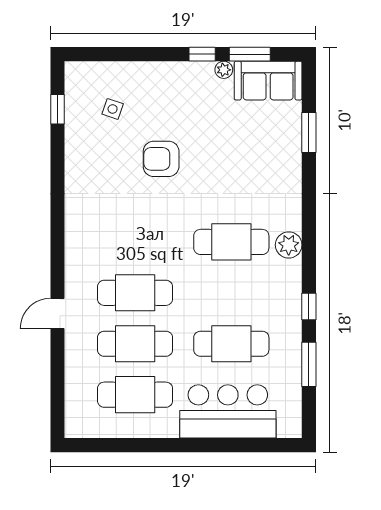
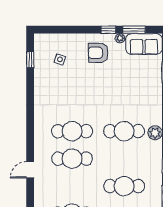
armchair: (161, 159) -> (98, 53), moved
cafe table: (135, 344) -> (72, 131), moved

